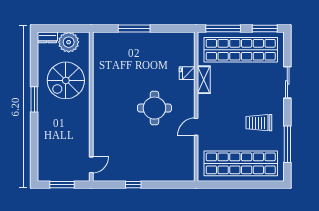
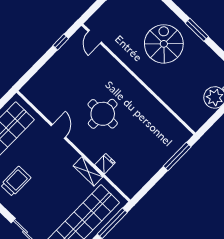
spiral stairs: (66, 80) -> (164, 44), moved
wall: (91, 107) -> (138, 79), moved
door: (91, 165) -> (95, 37), moved

